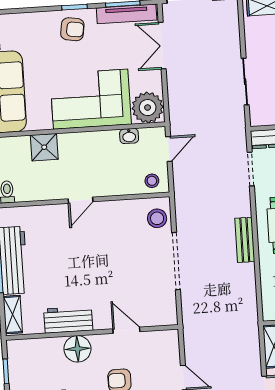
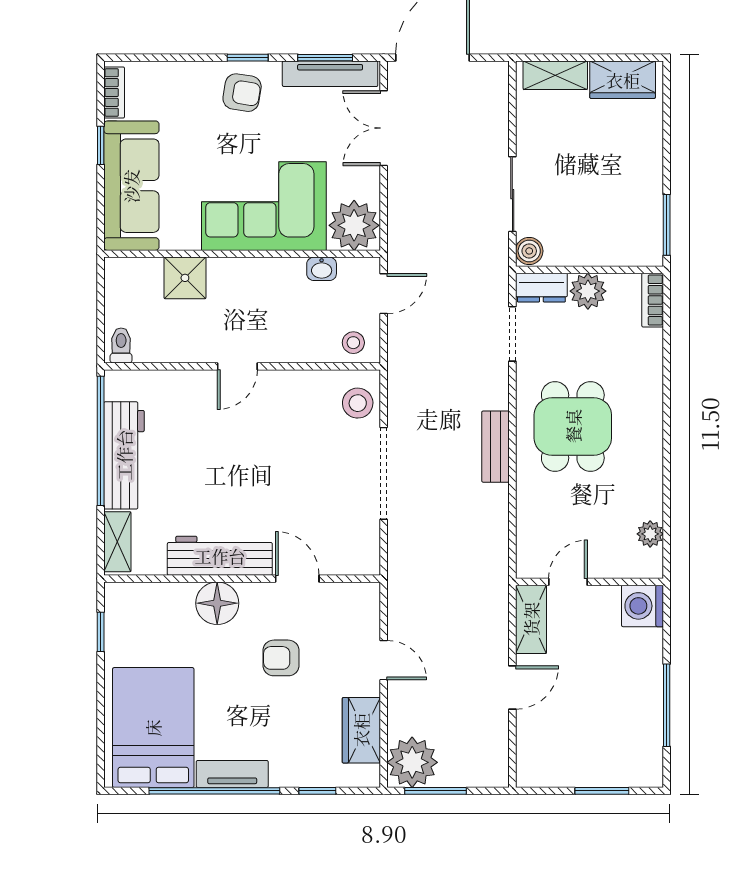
boiler: (258, 116) -> (529, 251), added
workbench: (68, 320) -> (220, 556), width x1.38

